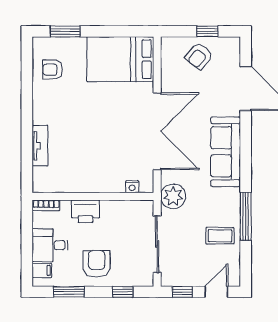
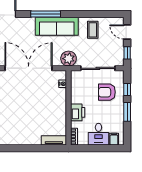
tv unit: (40, 146) -> (54, 140), moved
sofa: (226, 152) -> (57, 26), moved
window: (246, 216) -> (46, 14), moved
armchair: (97, 264) -> (107, 92), moved
window: (69, 292) -> (127, 112), moved

